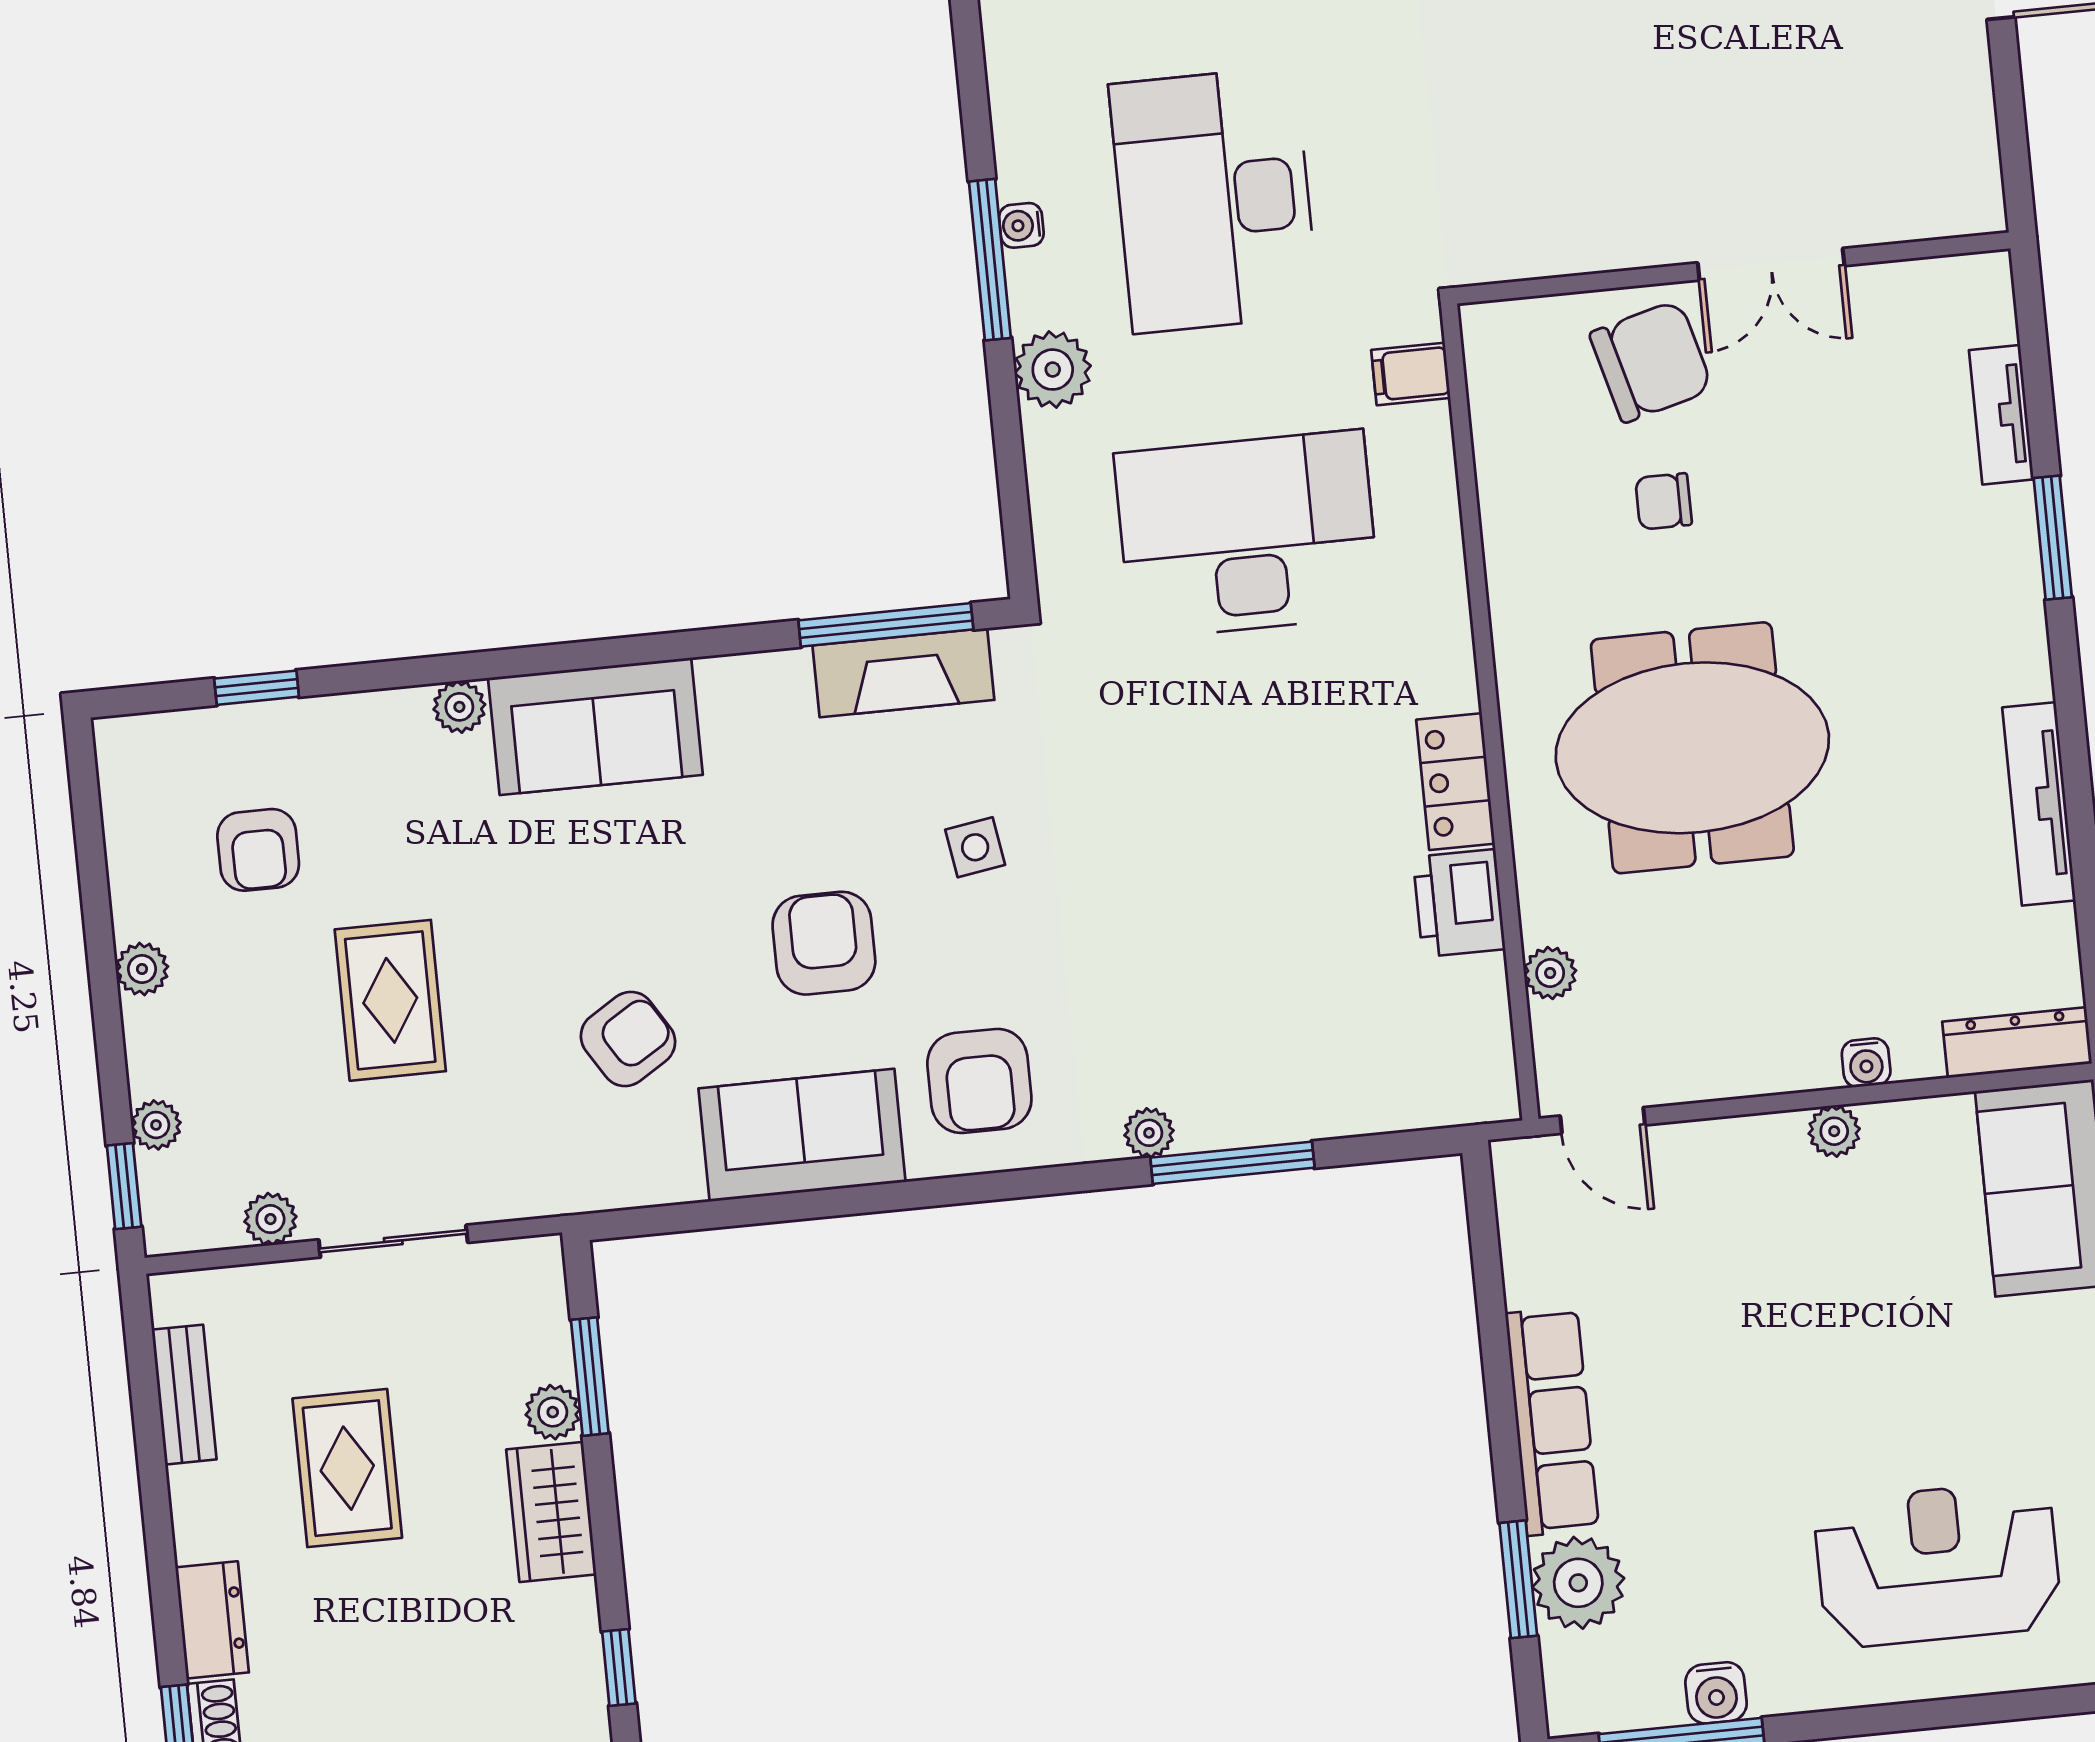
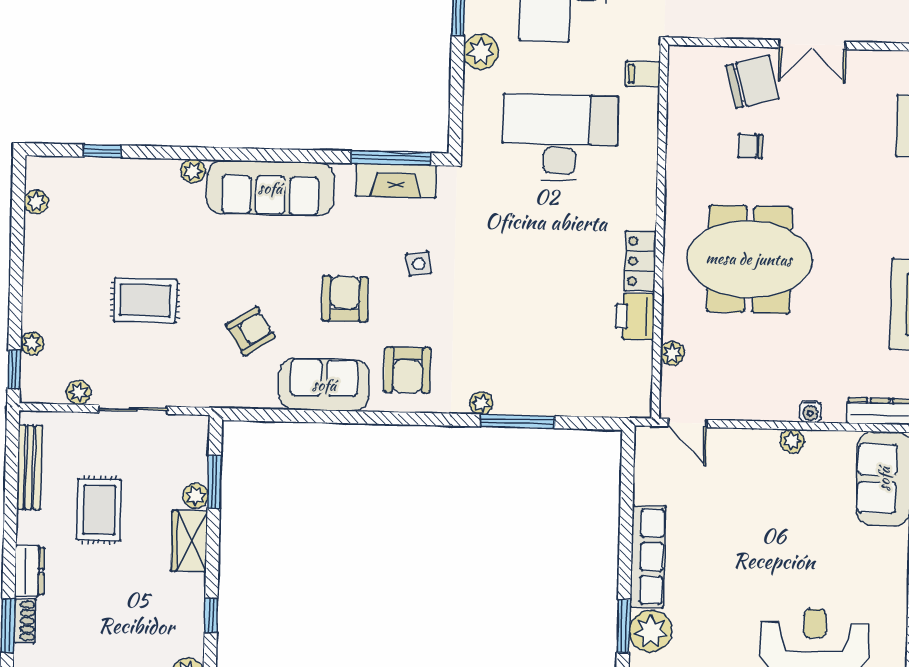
sofa: (595, 726) -> (270, 188), width x1.36
armchair: (258, 850) -> (94, 225), removed
plant: (142, 969) -> (36, 202), moved
rug: (390, 1000) -> (145, 300), turned 90
bench: (184, 1395) -> (29, 467), width x1.36

